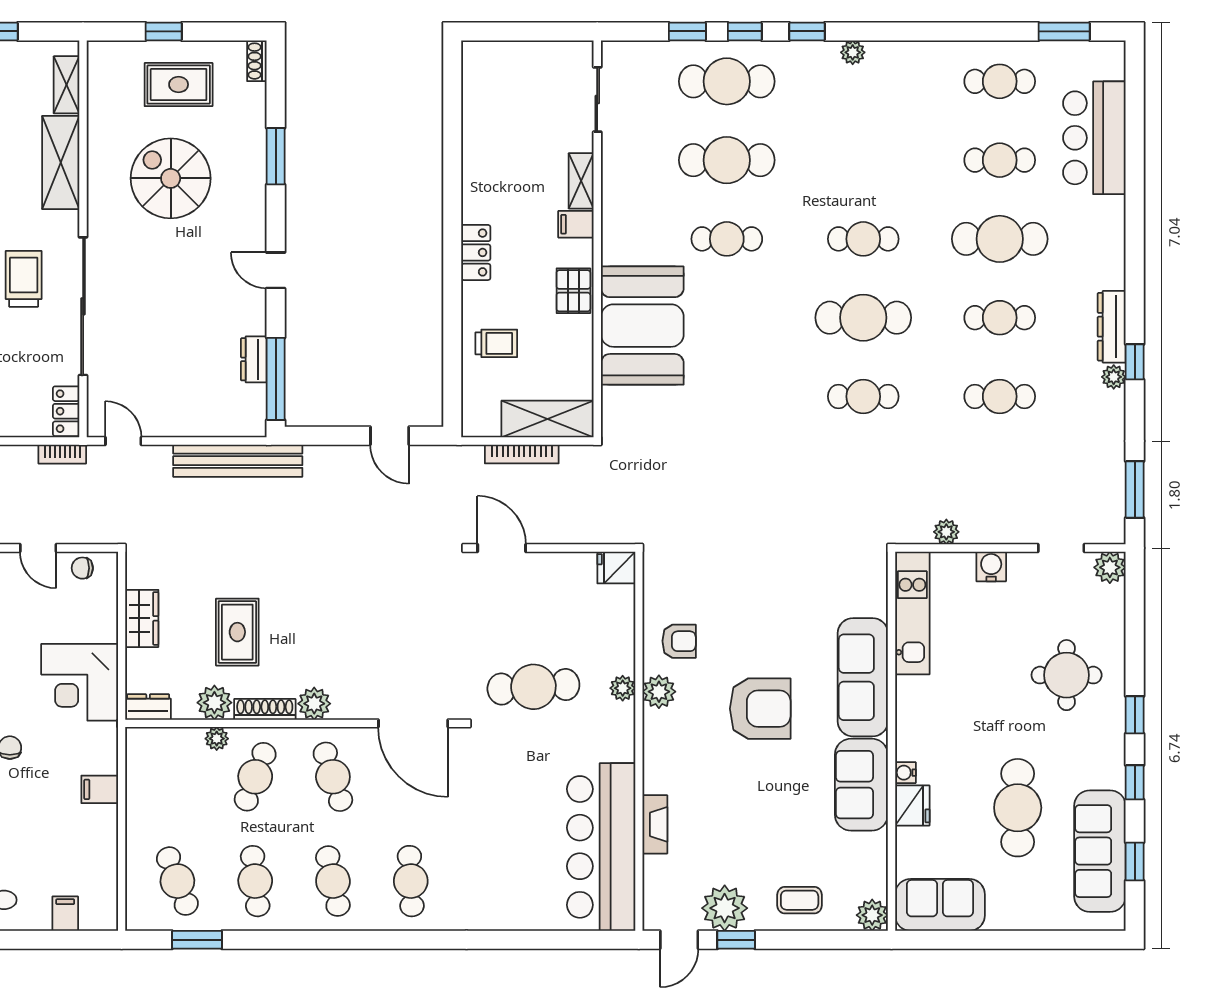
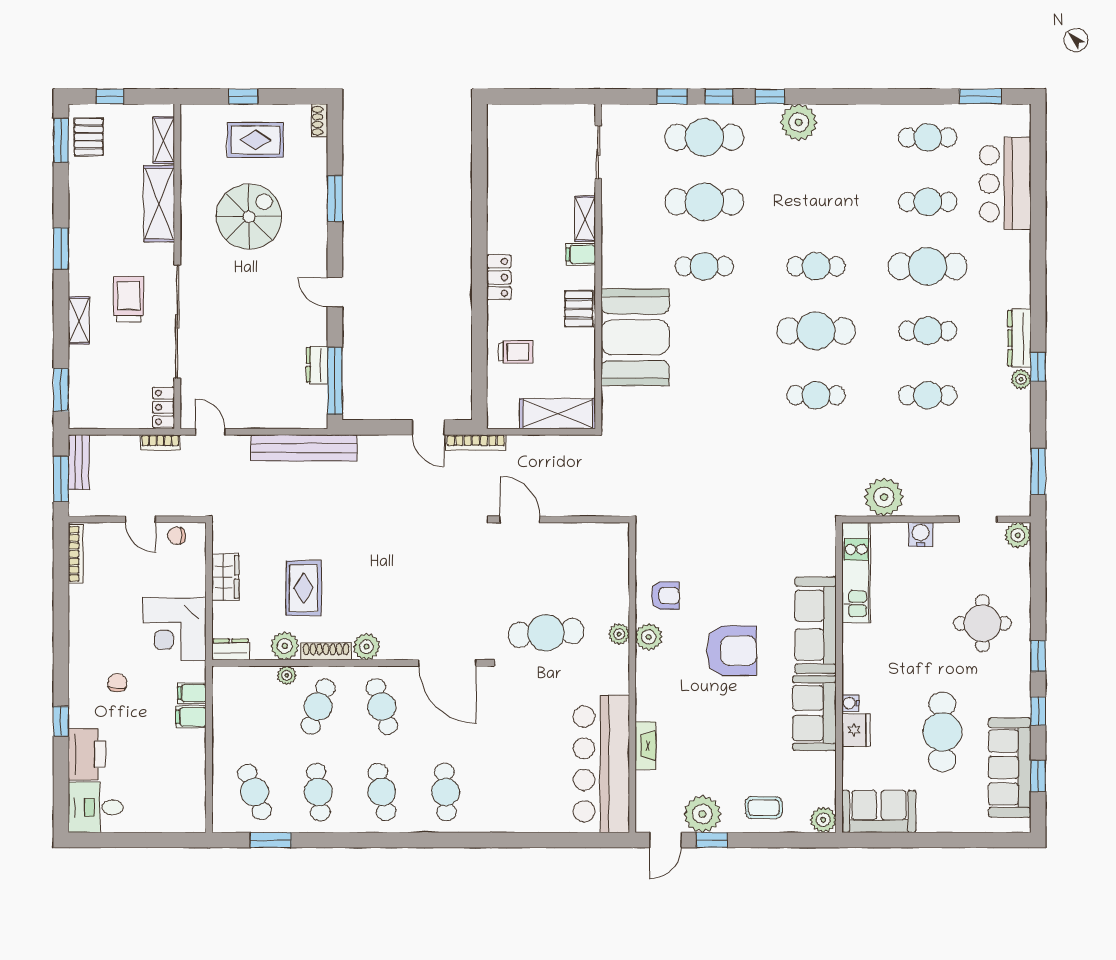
plant: (853, 52) -> (799, 122), width x1.87, depth x1.87
spiral stairs: (171, 178) -> (249, 217), turned 90
bookcase: (522, 454) -> (476, 442), moved
plant: (946, 532) -> (884, 497), width x1.88, depth x1.88
fridge: (616, 568) -> (614, 535), removed
filing cabinet: (65, 914) -> (192, 693), moved, turned -90

